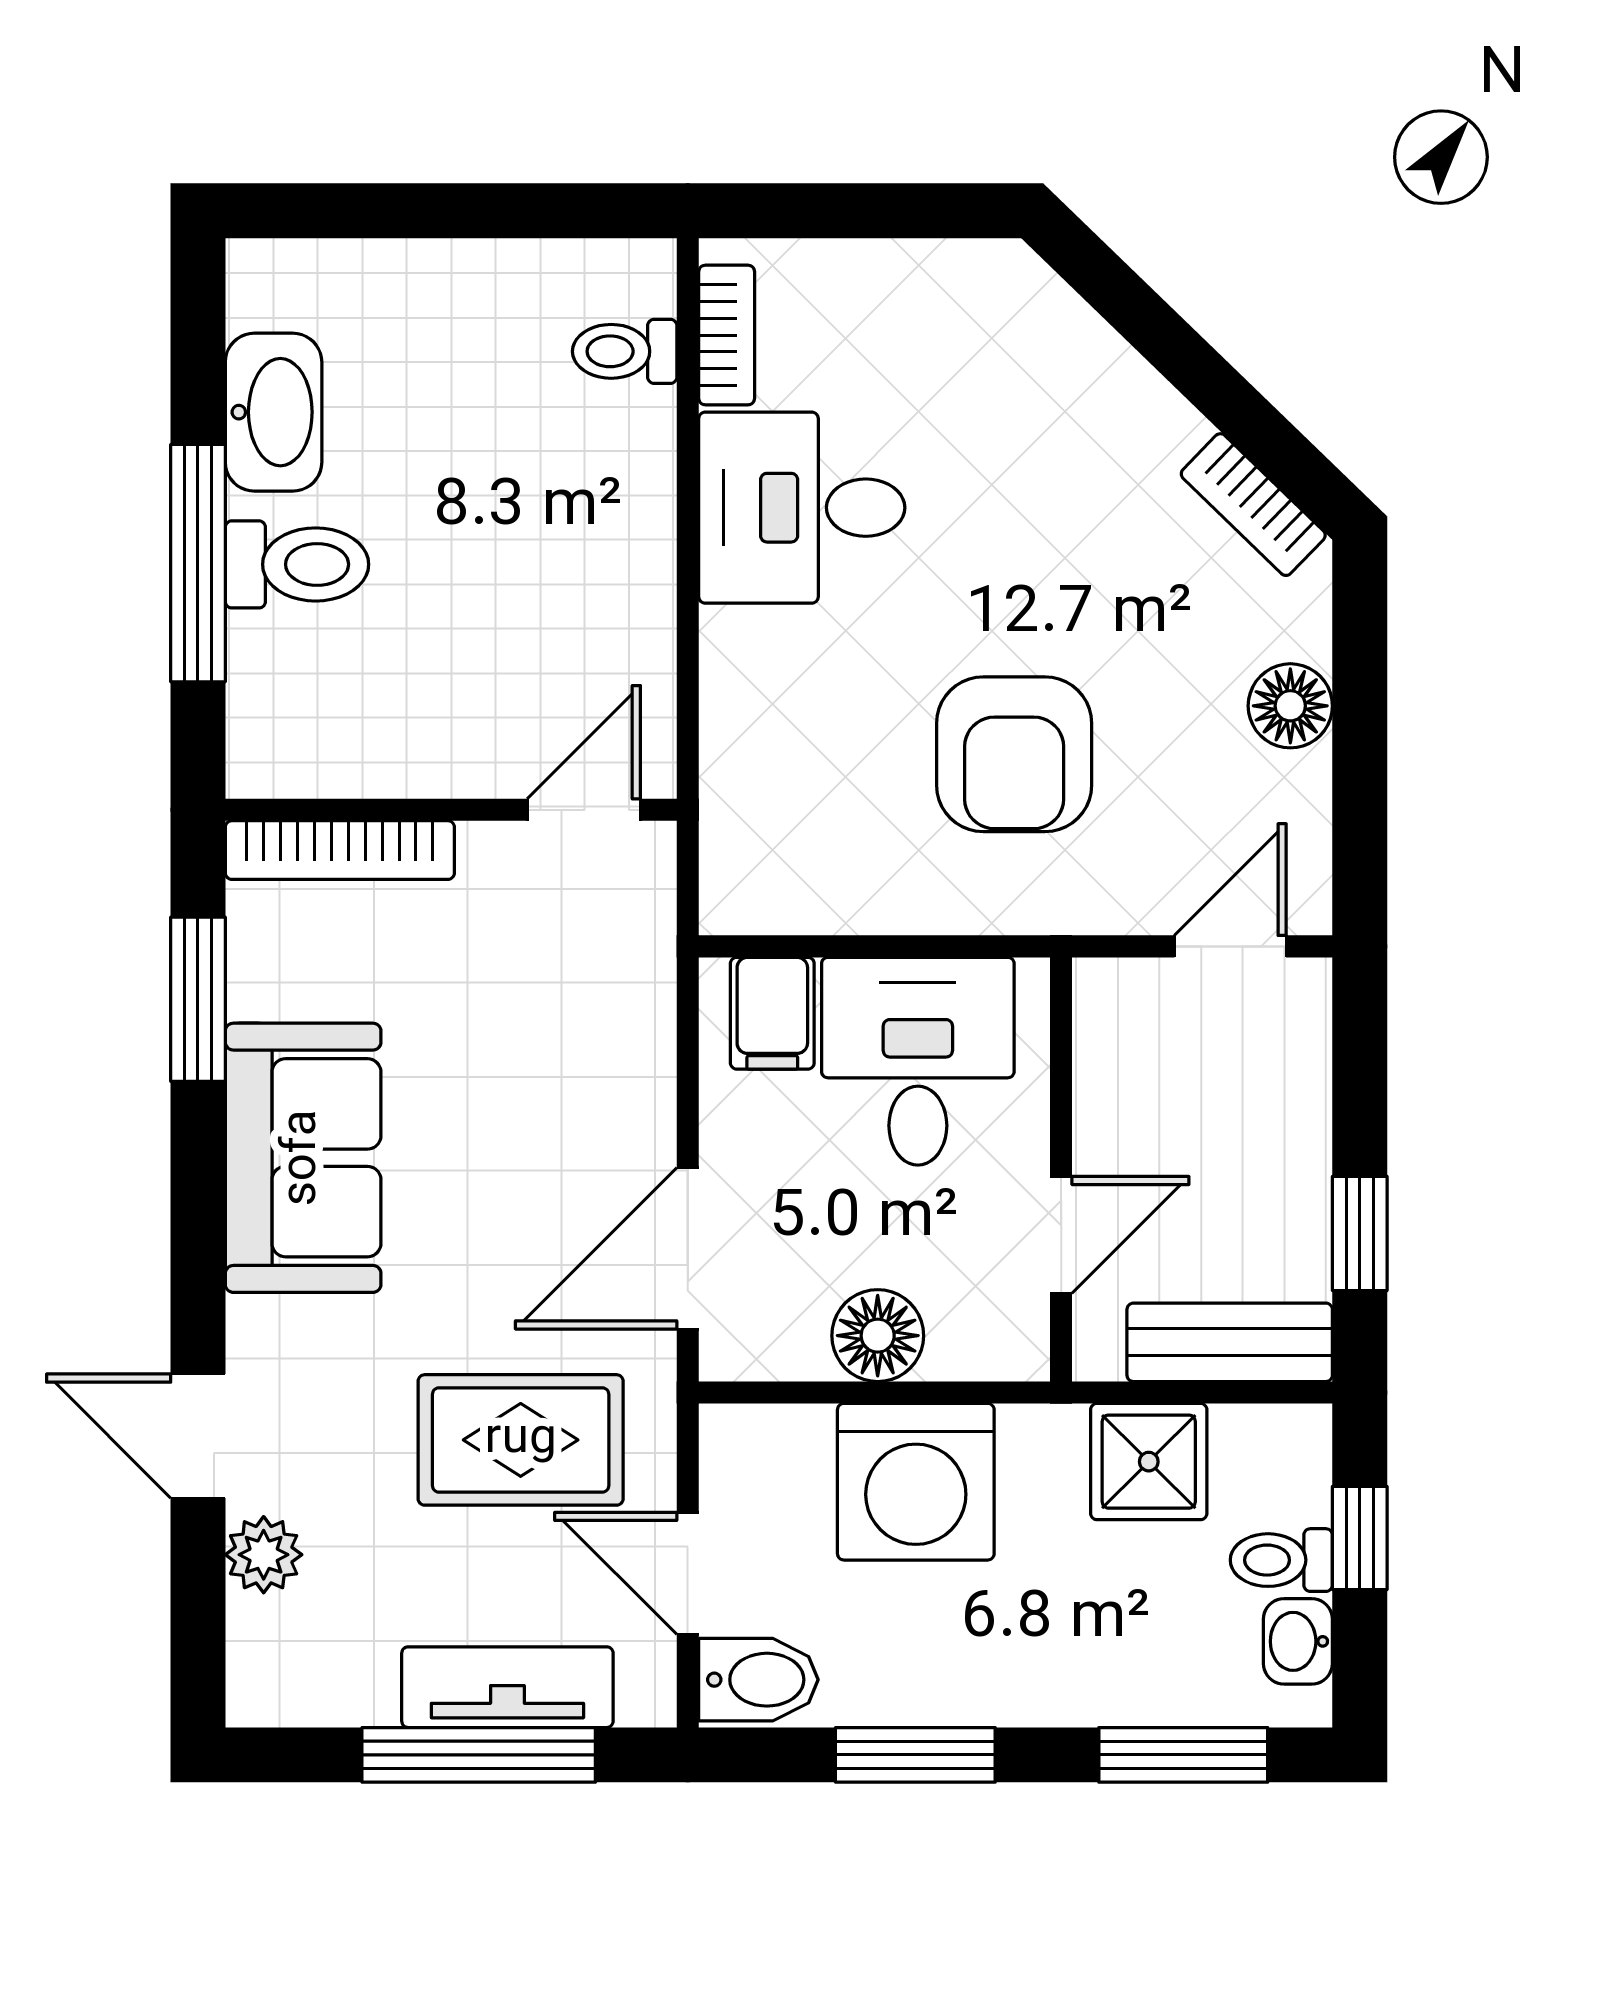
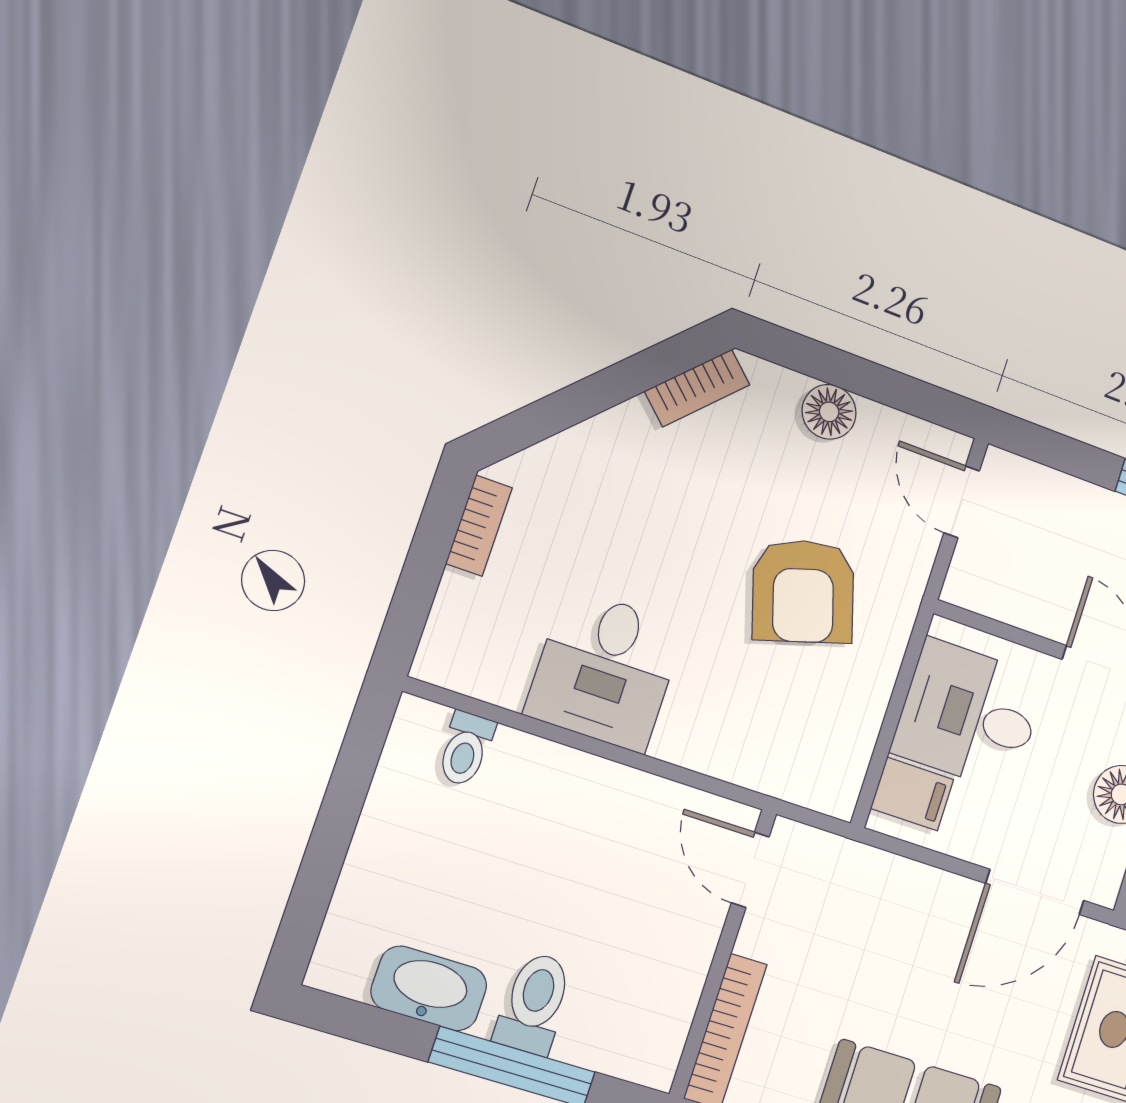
bookcase: (727, 335) -> (479, 526), moved, turned 90
armchair: (1014, 754) -> (803, 591), turned 73
door: (688, 1248) -> (1035, 892), hinge flipped

